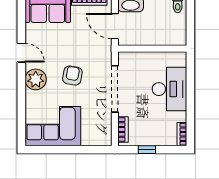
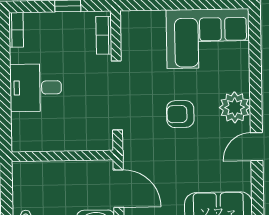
door: (21, 53) -> (257, 147), hinge flipped
armchair: (72, 76) -> (180, 114), turned 80
desk: (169, 89) -> (36, 88), width x0.73

